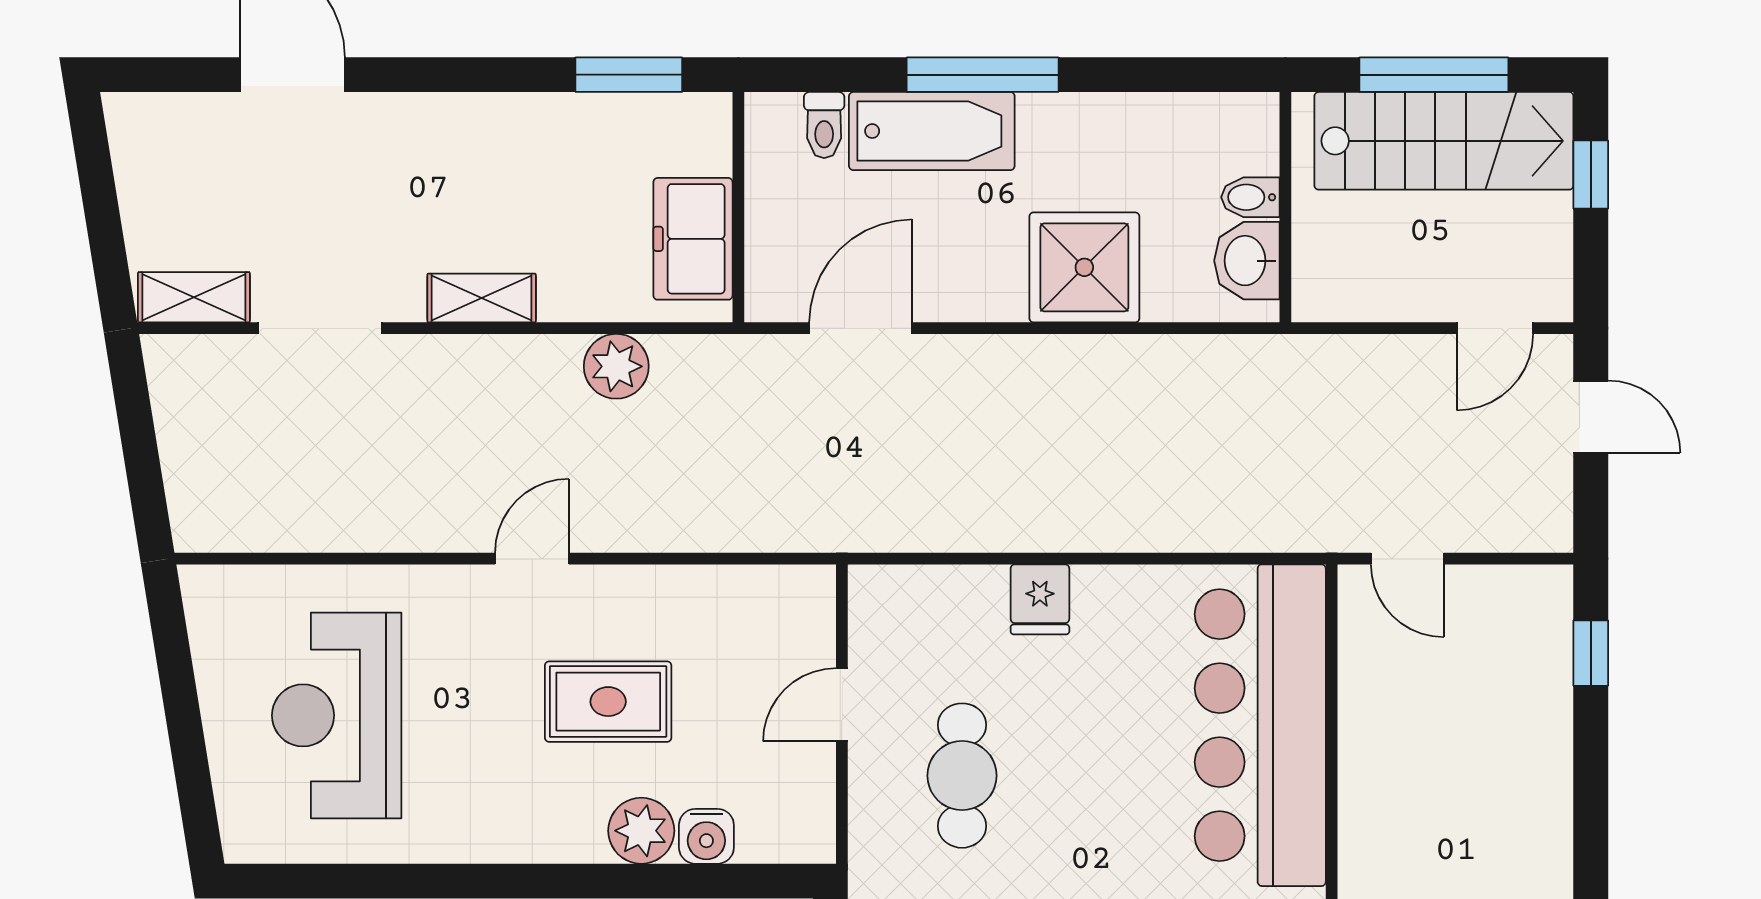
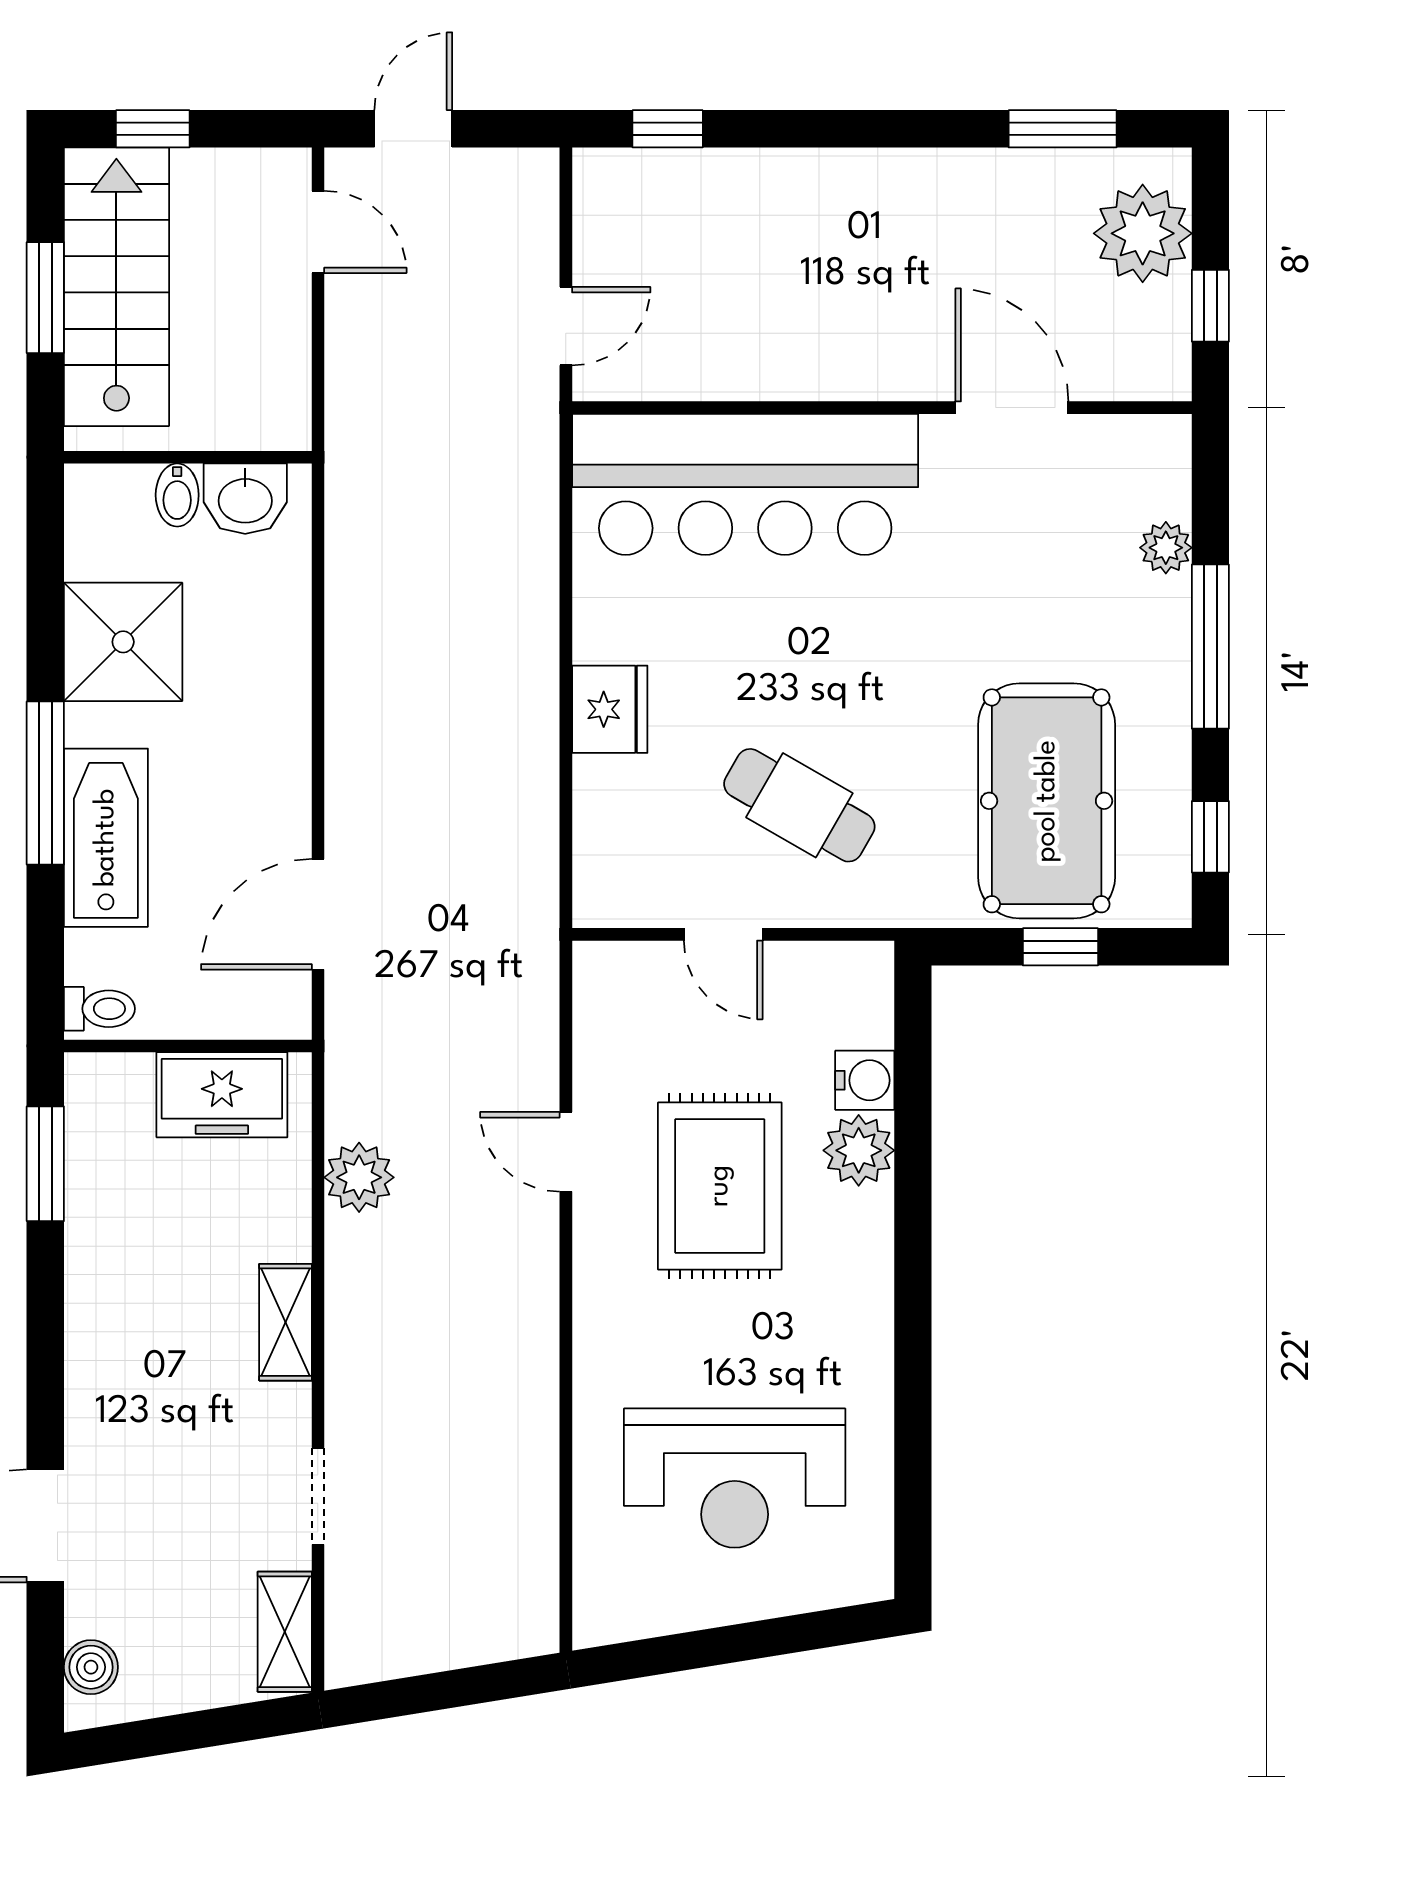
window: (1434, 75) -> (45, 298), width x0.69
boiler: (161, 117) -> (91, 1667), added
toilet: (824, 125) -> (99, 1009), moved
shower: (1084, 267) -> (123, 642), moved
doorway: (320, 328) -> (318, 1496), width x0.73
door: (861, 328) -> (318, 914), hinge flipped
door: (532, 559) -> (566, 1152), moved
fridge: (1040, 599) -> (610, 709), width x1.38
rug: (608, 702) -> (720, 1186), width x1.36, depth x1.43
cafe table: (962, 776) -> (799, 805), turned 30

